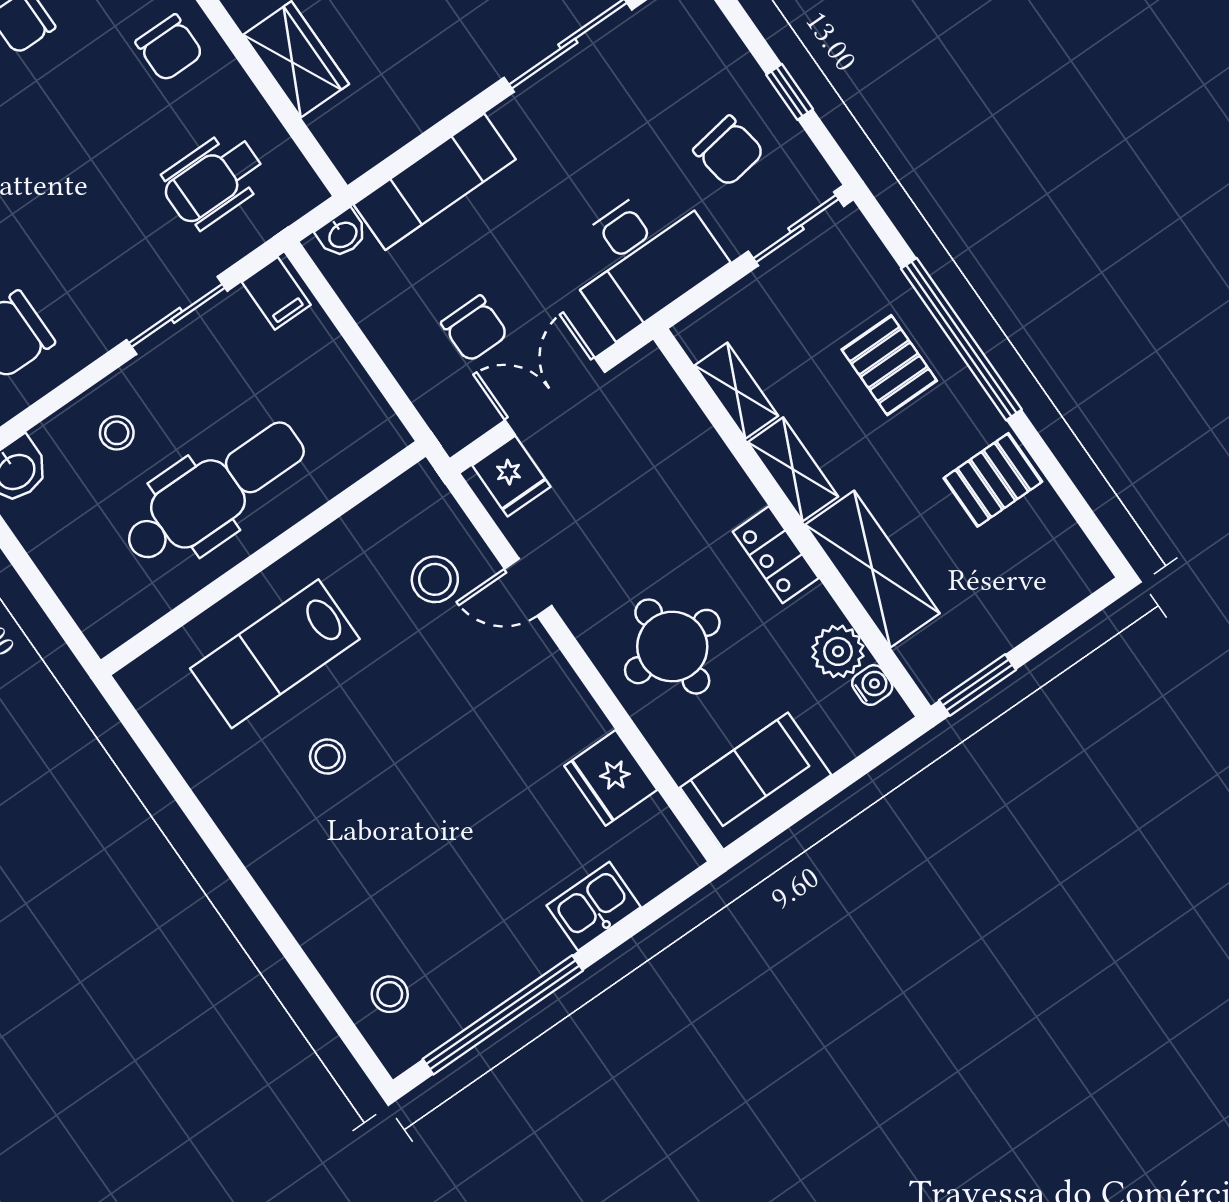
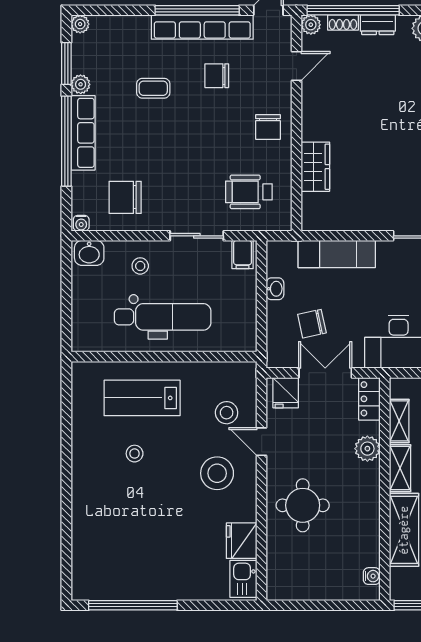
washbasin: (342, 234) -> (275, 289), moved, turned -90
chair: (475, 329) -> (312, 324), turned 78
locker: (776, 555) -> (369, 399), moved
plant: (838, 651) -> (367, 449), moved
sofa: (756, 781) -> (299, 582), removed
kitchen sink: (594, 906) -> (243, 579), moved, turned -90
stool: (390, 994) -> (217, 473), moved, width x1.89, depth x1.89

